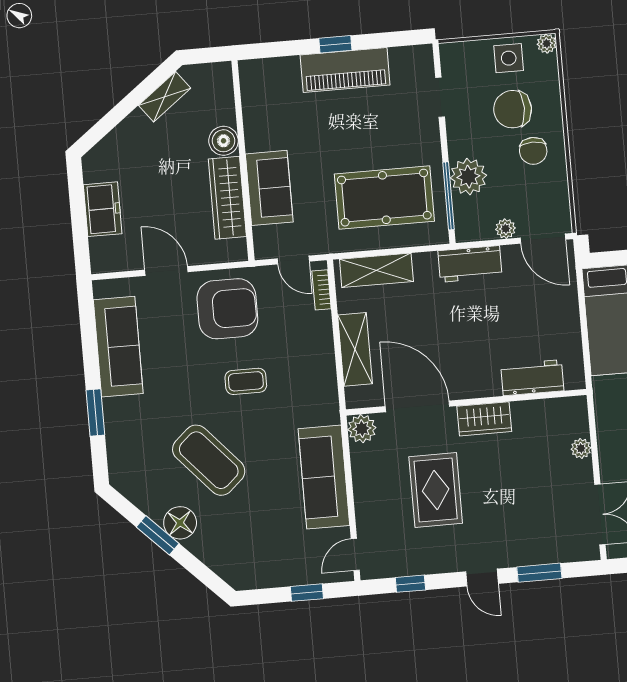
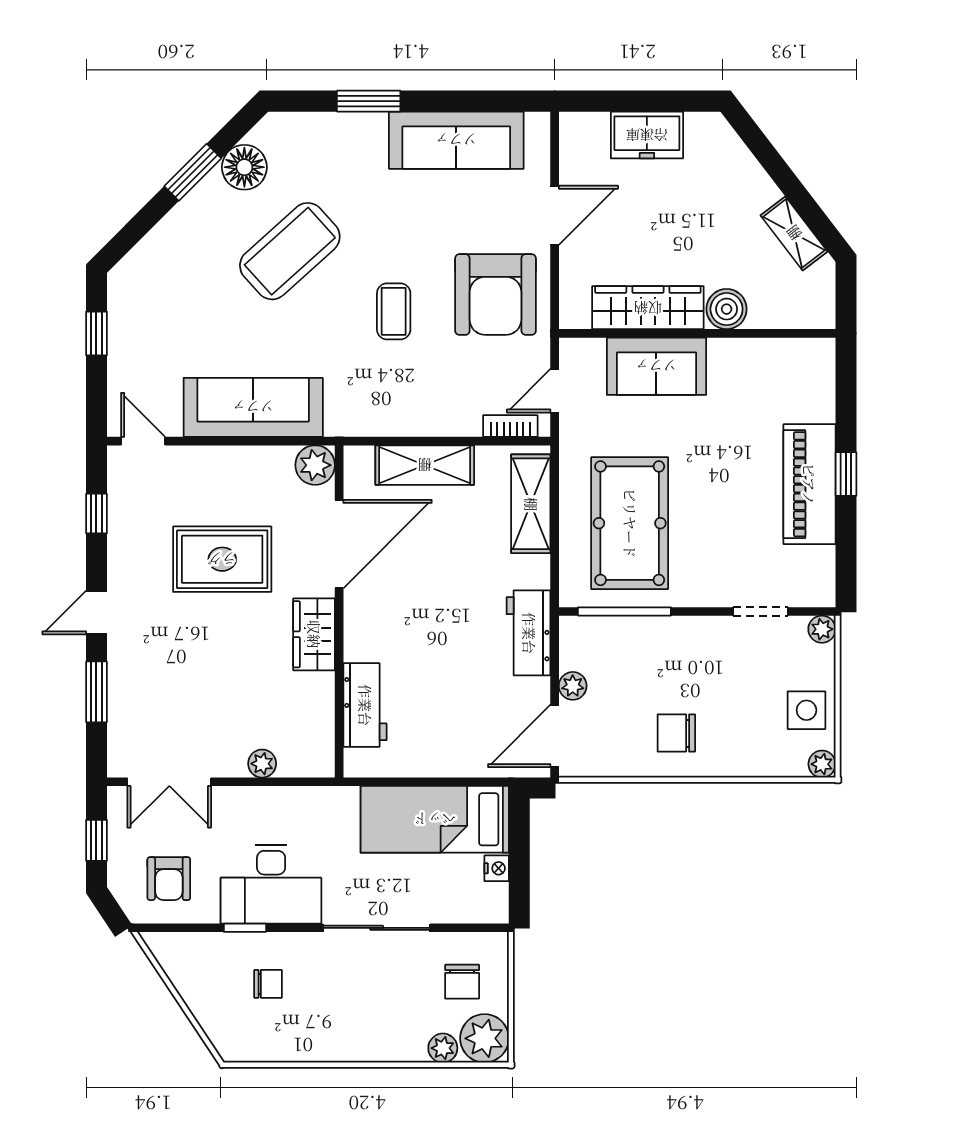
chair: (513, 109) -> (736, 710), removed
plant: (468, 177) -> (822, 629), moved, width x0.53, depth x0.53
floor lamp: (180, 523) -> (244, 167), moved
window: (307, 593) -> (96, 334), moved

